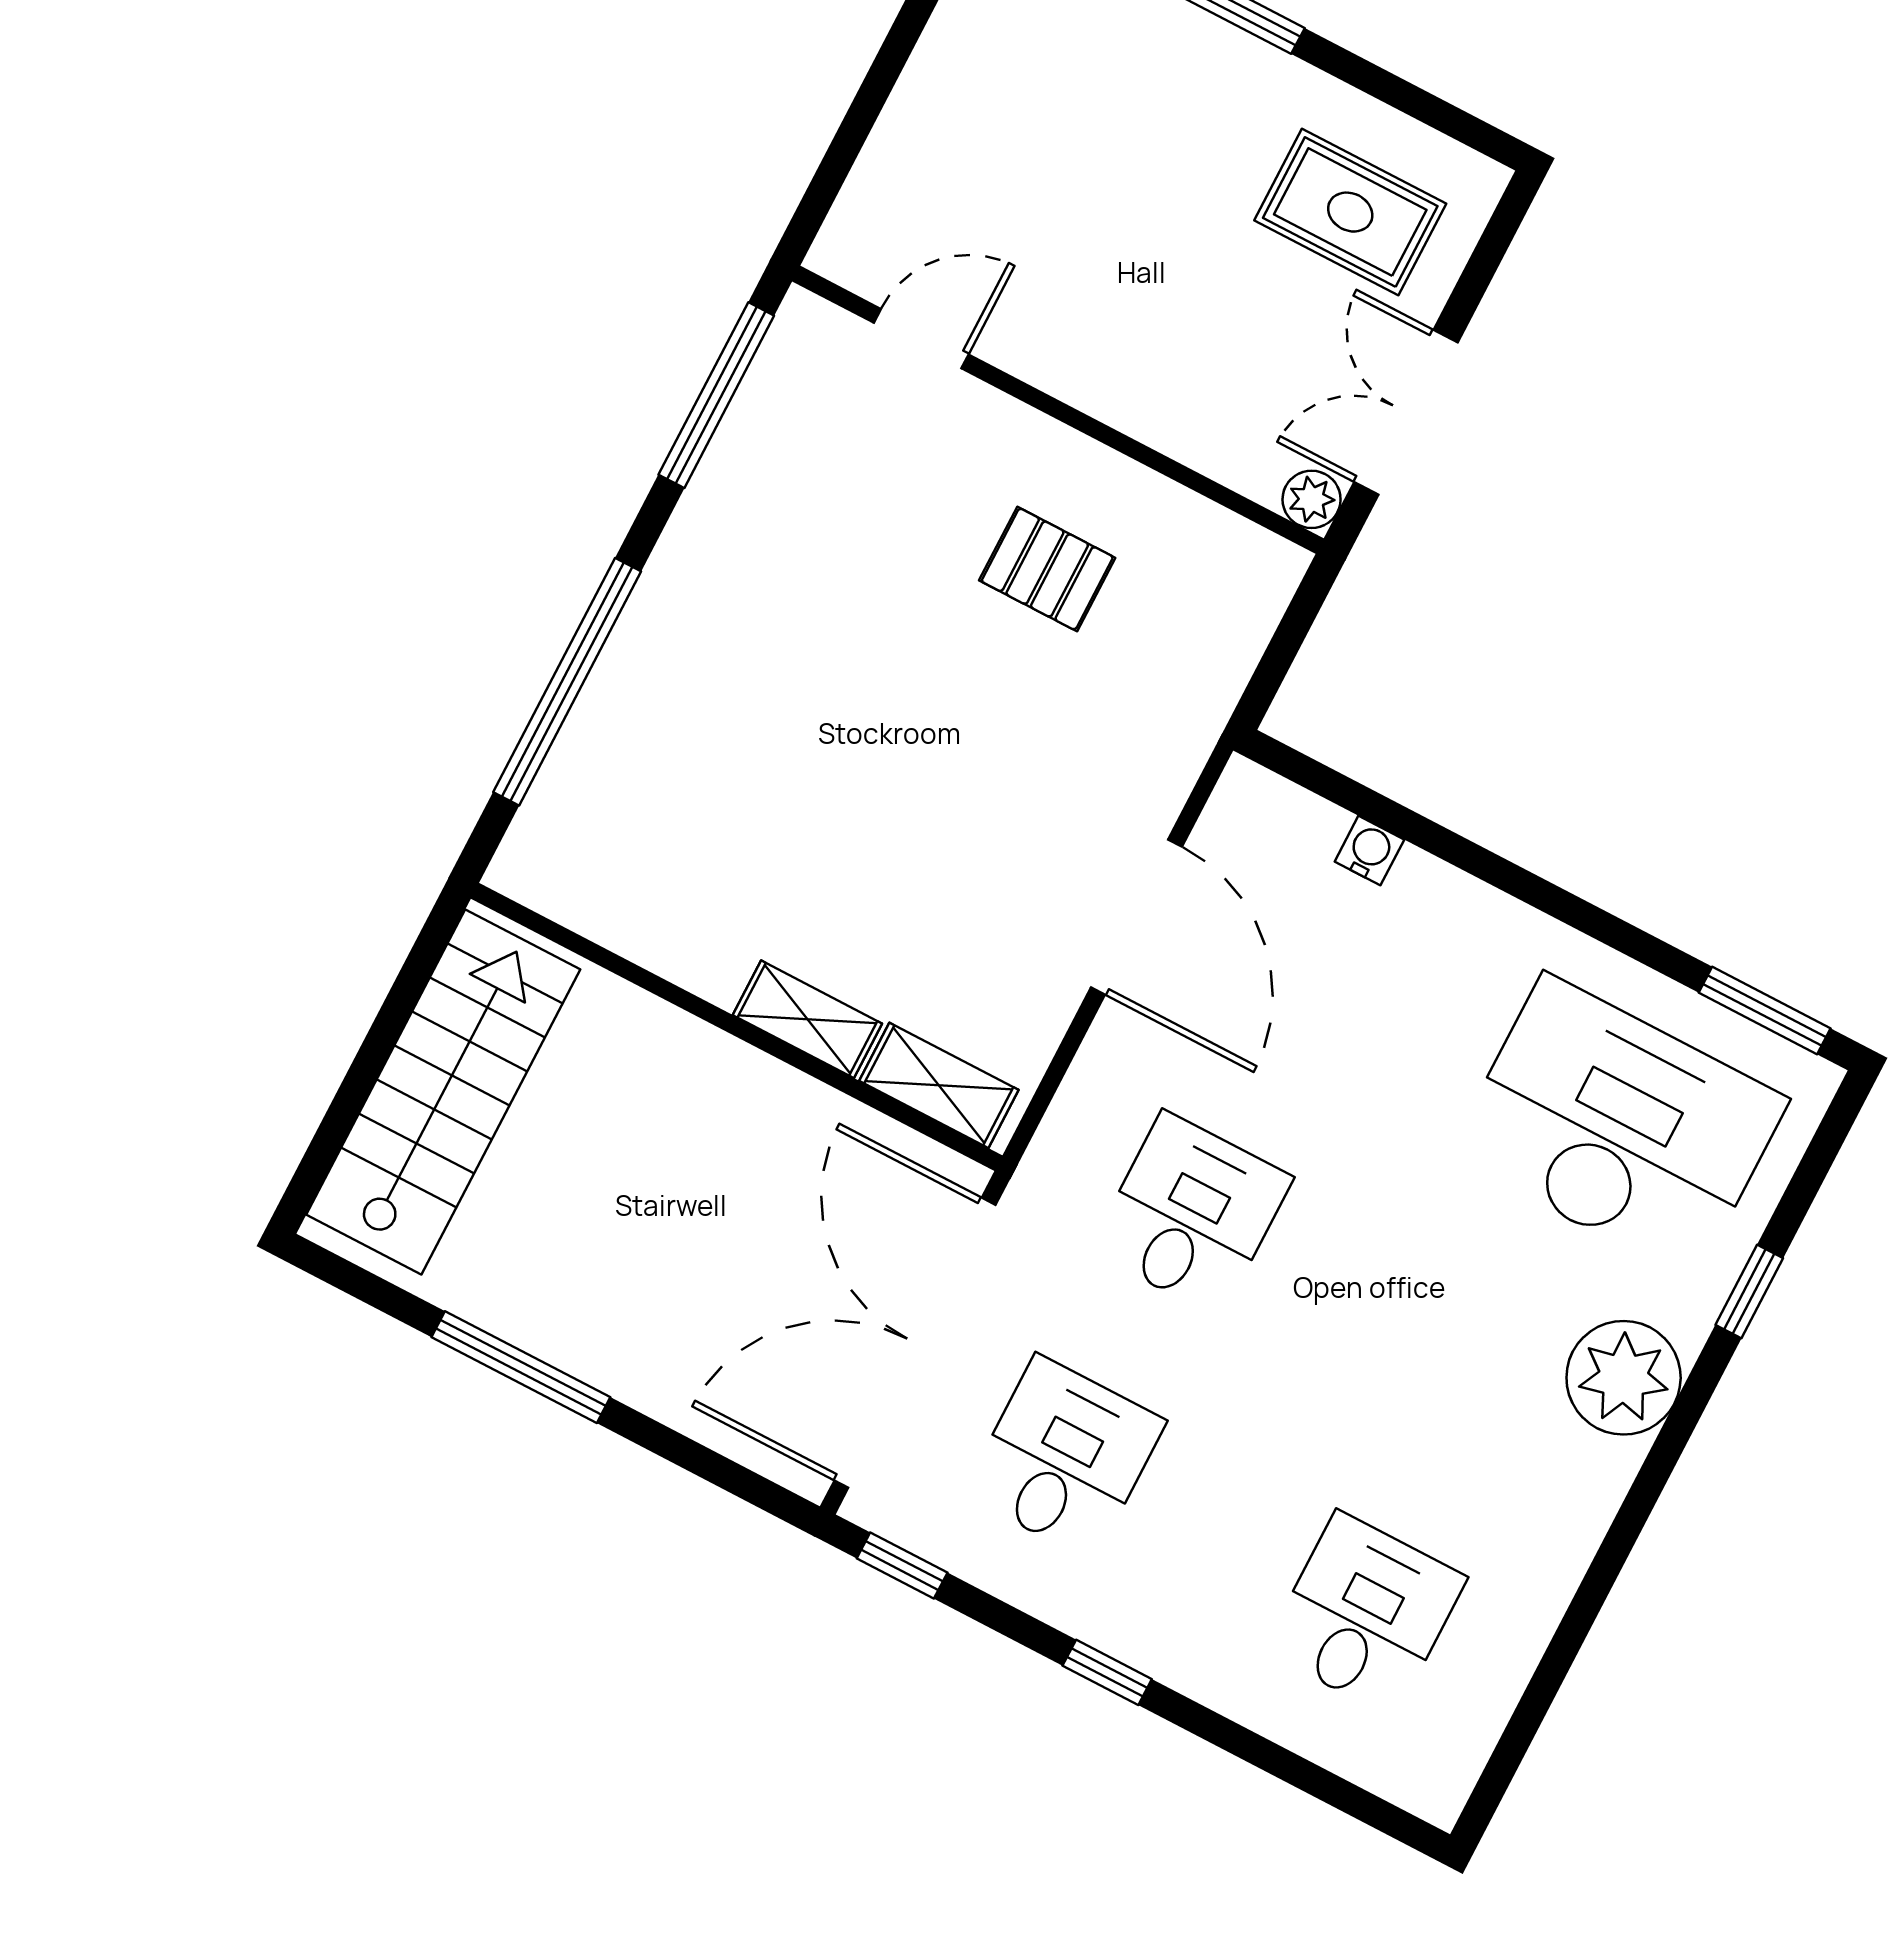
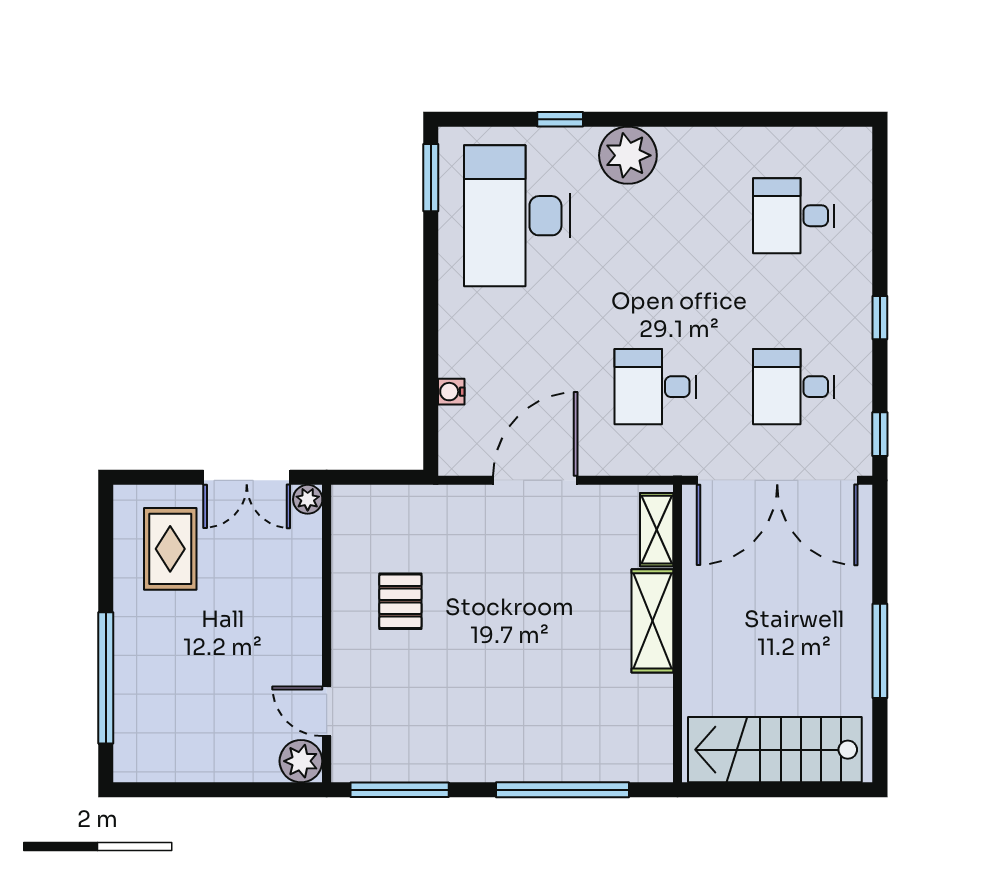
plant: (857, 248) -> (301, 761), added
shelving: (807, 1019) -> (652, 621), width x1.50, depth x1.33

